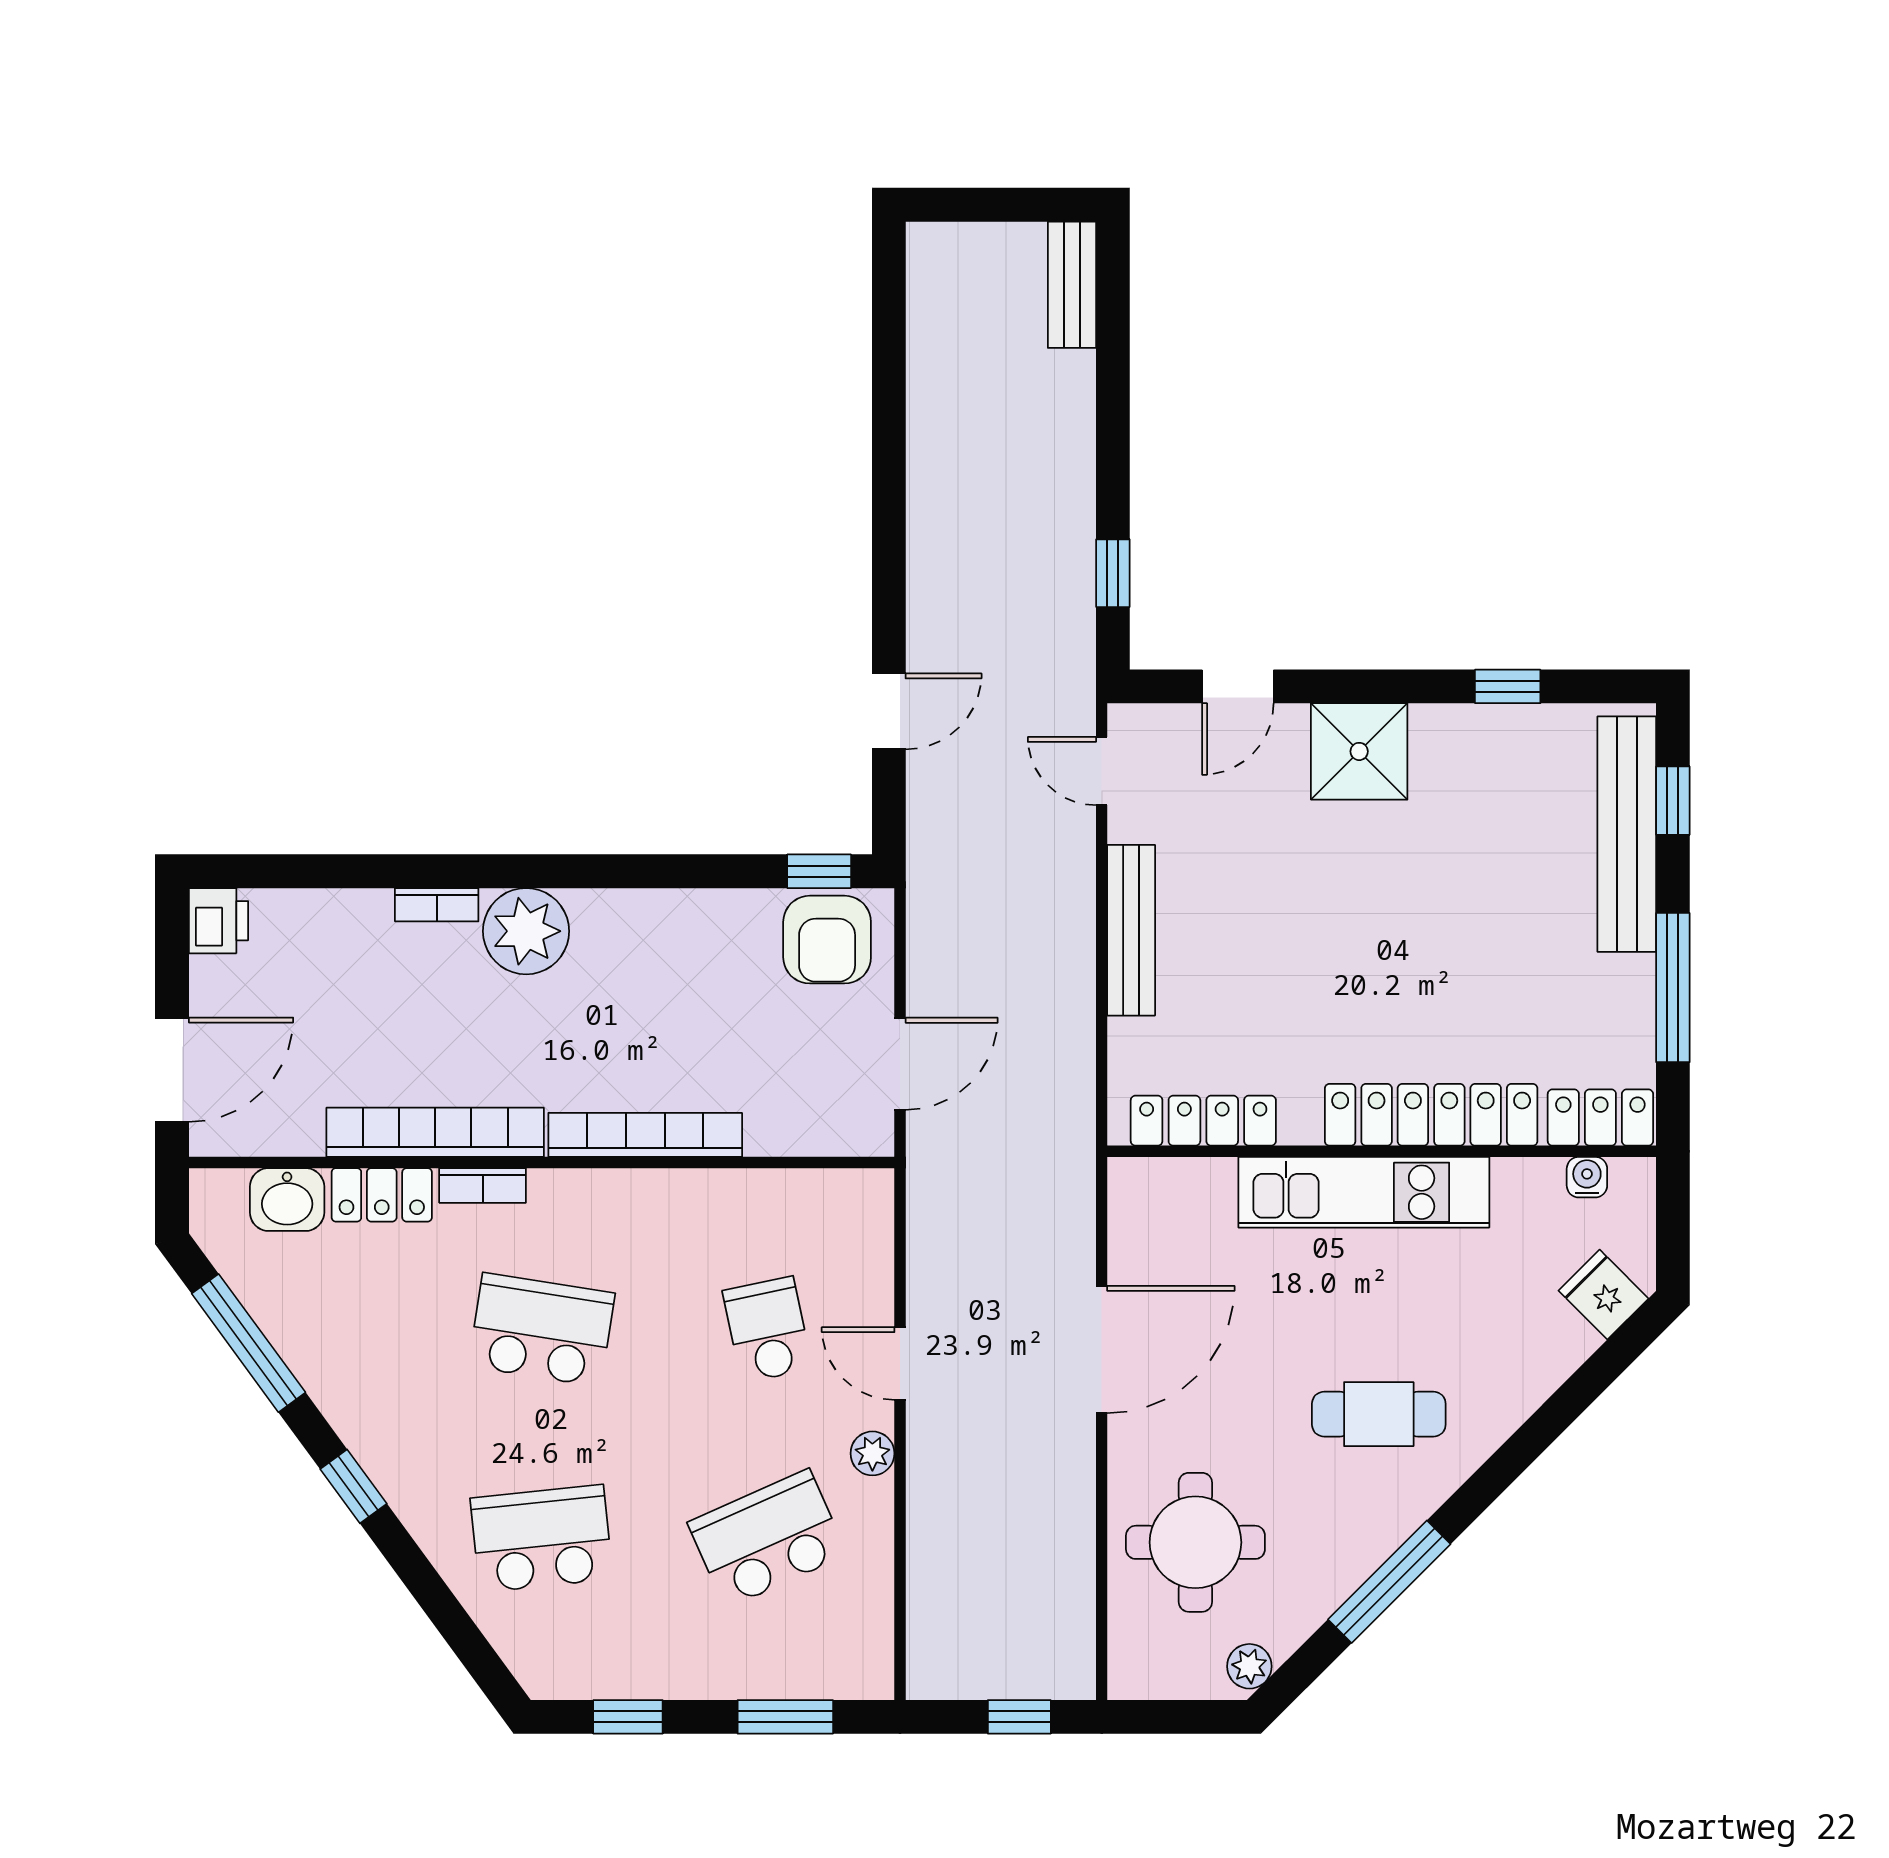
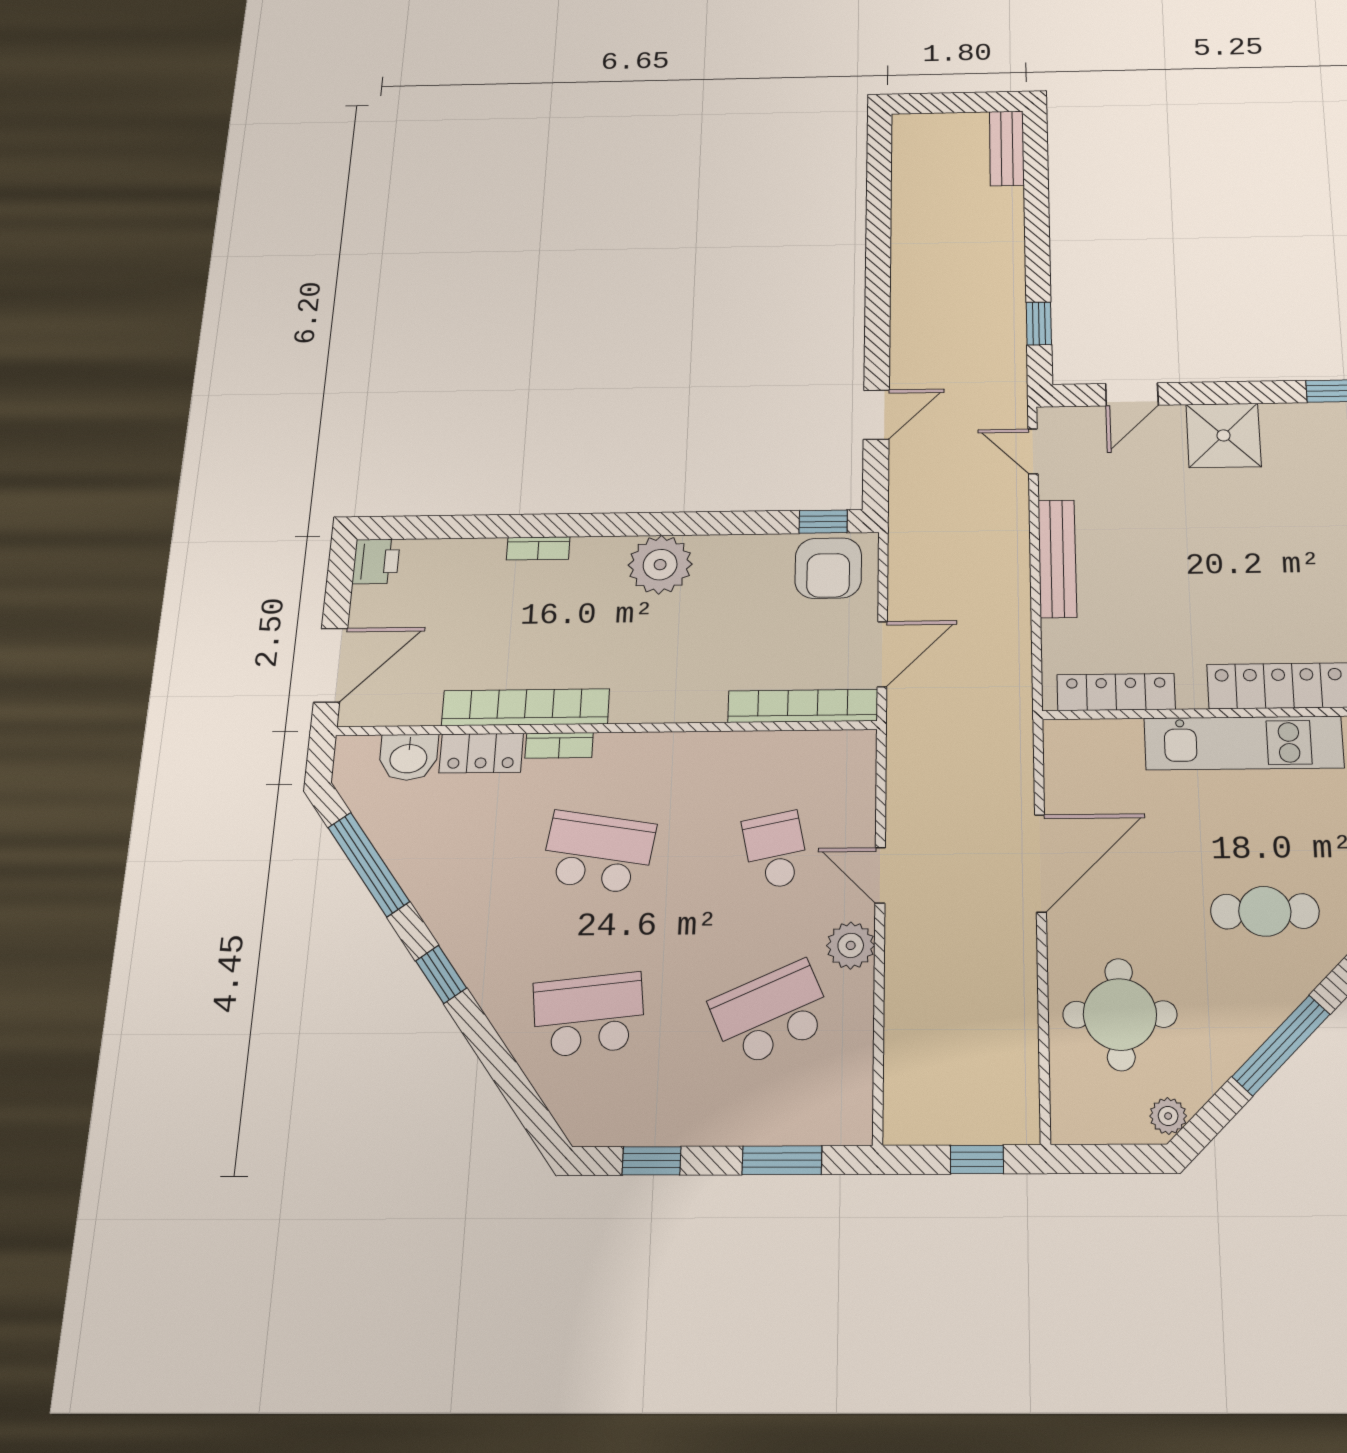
plant: (526, 931) -> (660, 565), moved
bookcase: (645, 1135) -> (803, 706), moved
plant: (872, 1453) -> (851, 945), width x1.38, depth x1.38

